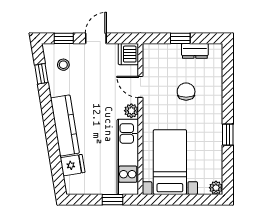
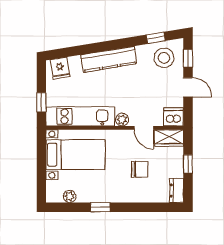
dresser: (195, 51) -> (177, 191), moved
wardrobe: (152, 59) -> (169, 138), added
stool: (63, 65) -> (164, 58), width x1.89, depth x1.89
door: (140, 87) -> (144, 128), swing flipped
fridge: (73, 165) -> (60, 68), moved
plant: (216, 188) -> (70, 196), moved

